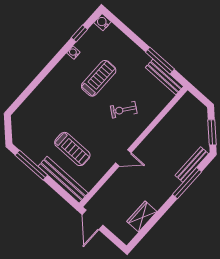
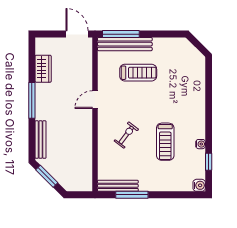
treadmill: (72, 149) -> (138, 73), turned 180
window: (31, 165) -> (121, 34), moved
window: (187, 183) -> (32, 100), moved

